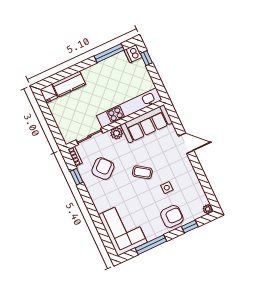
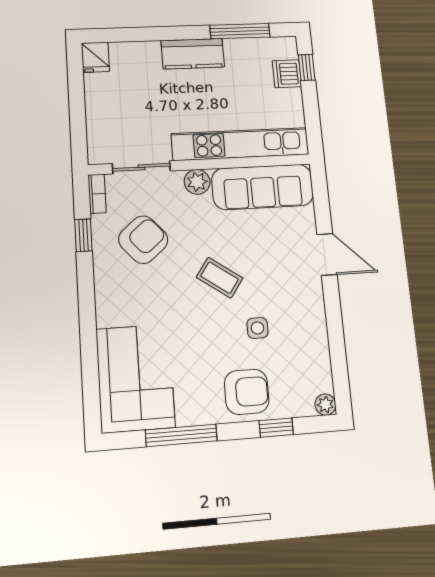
dishwasher: (133, 54) -> (287, 74), moved
kitchen counter: (69, 84) -> (193, 54), moved

